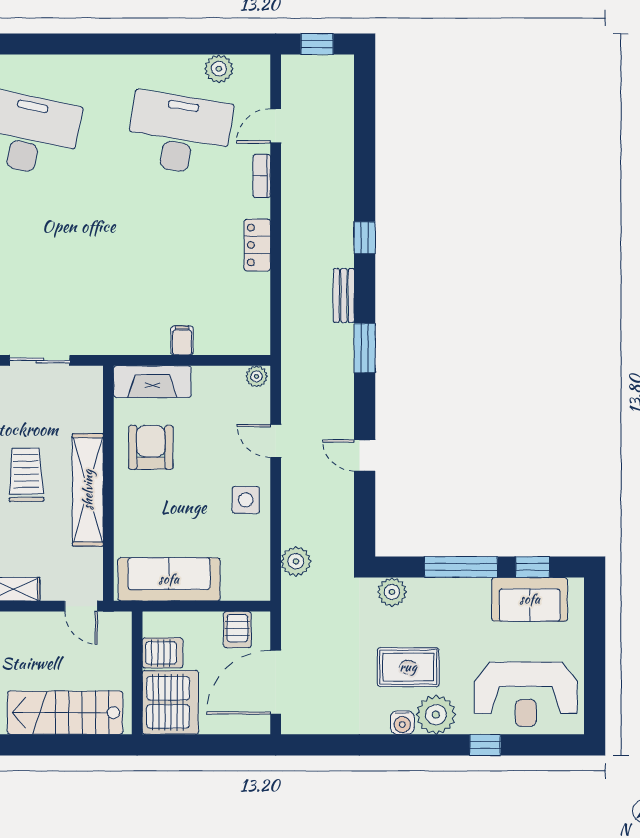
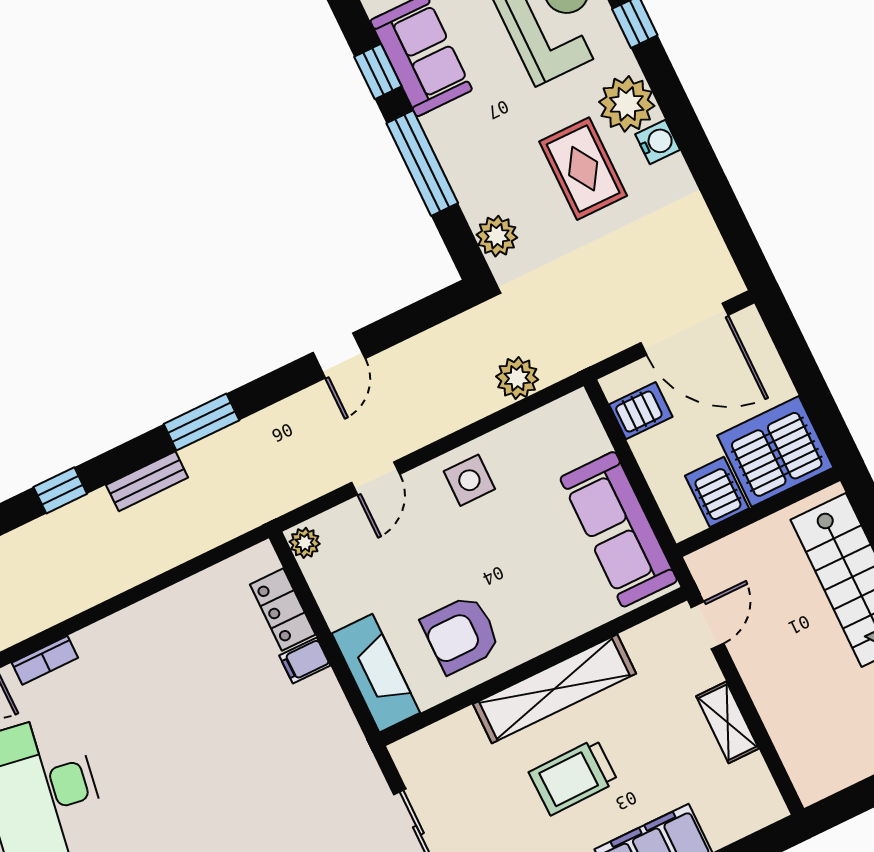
locker: (257, 245) -> (283, 609), moved, turned 90

